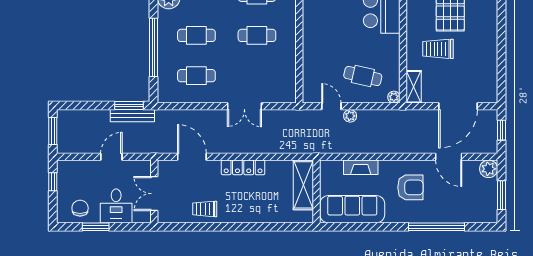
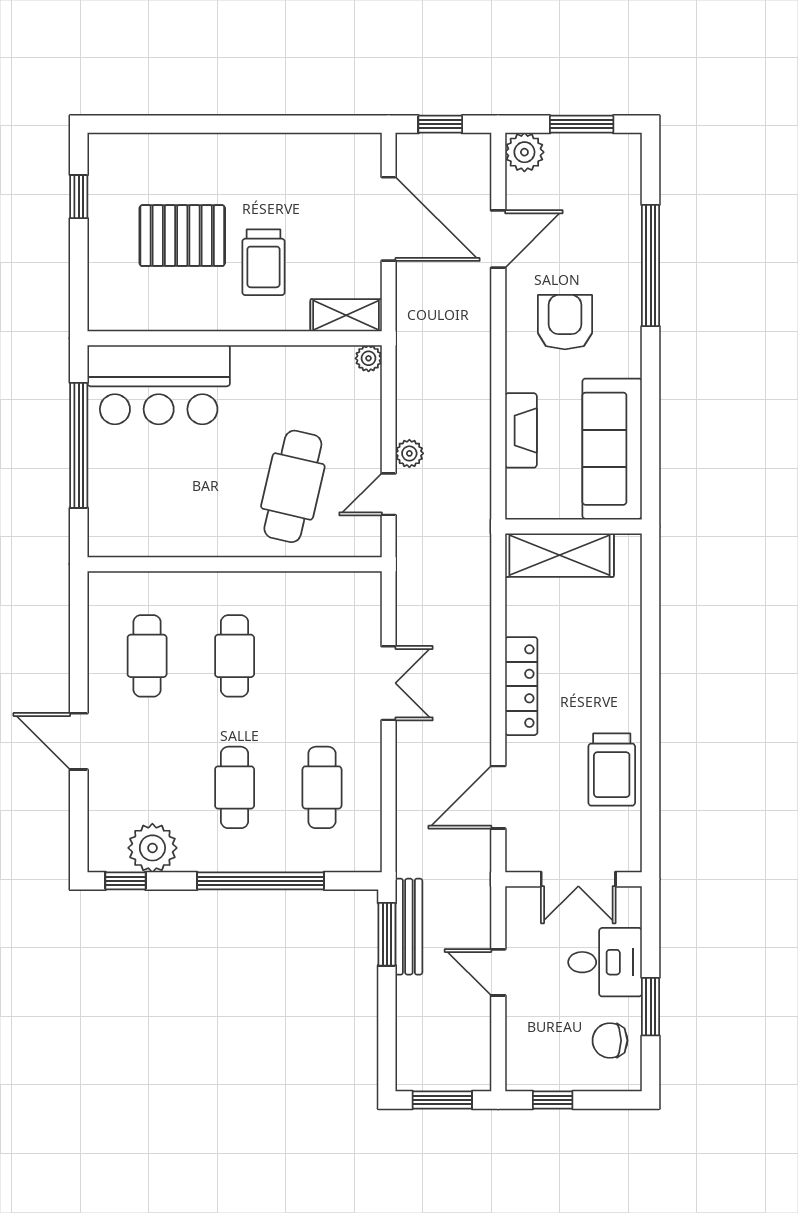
cafe table: (363, 76) -> (293, 486), moved, width x1.37, depth x1.35
trolley: (205, 209) -> (612, 770), width x1.36, depth x1.39

